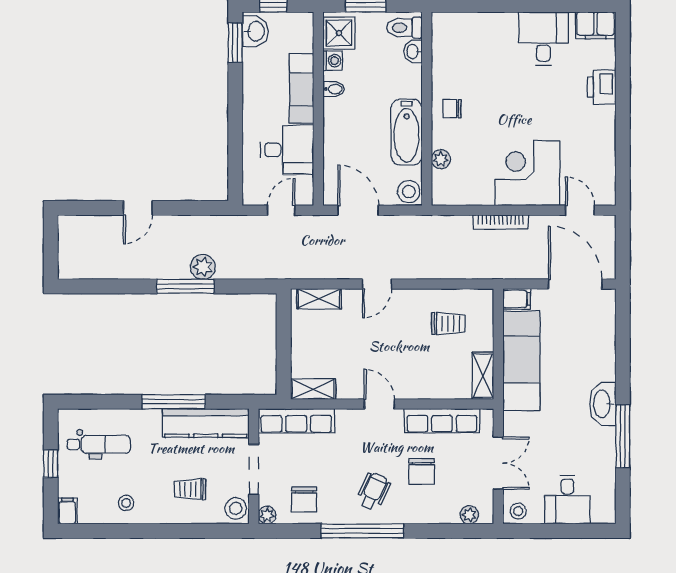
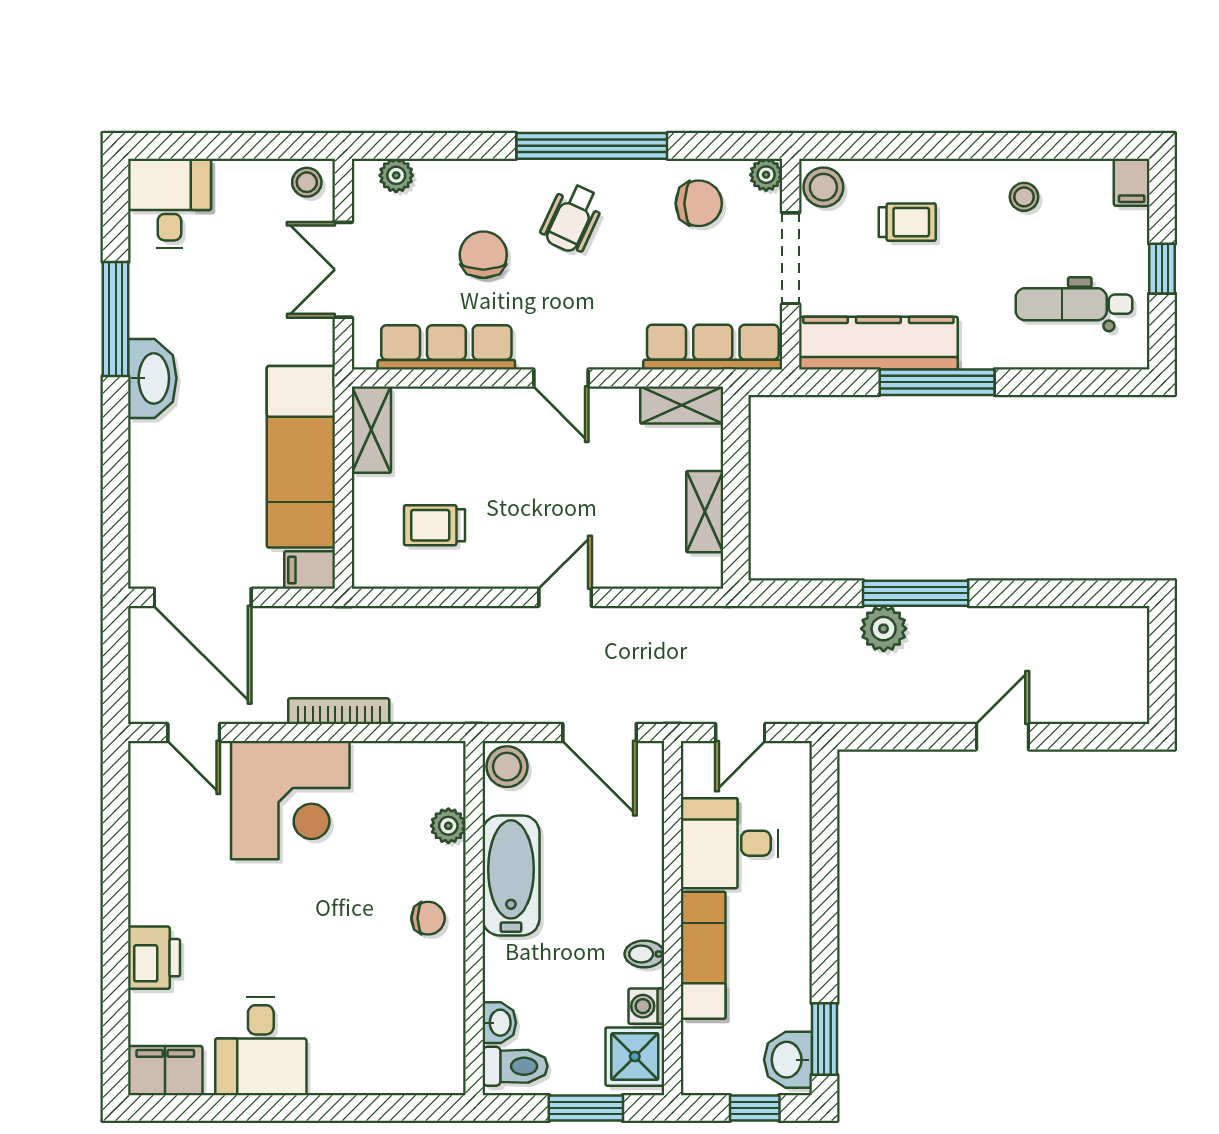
shelving: (319, 299) -> (705, 512), moved, turned 90
chair: (304, 499) -> (699, 203), turned 90
desk: (567, 500) -> (169, 203), moved

